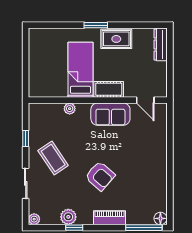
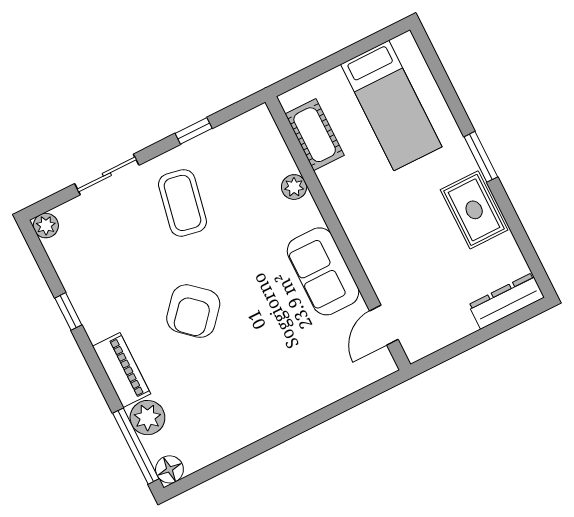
bed: (80, 70) -> (391, 106), moved, turned 90
cot: (109, 89) -> (315, 135), moved
coffee table: (53, 158) -> (182, 203), turned -45
plant: (68, 217) -> (147, 418), moved

